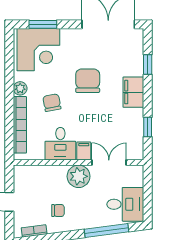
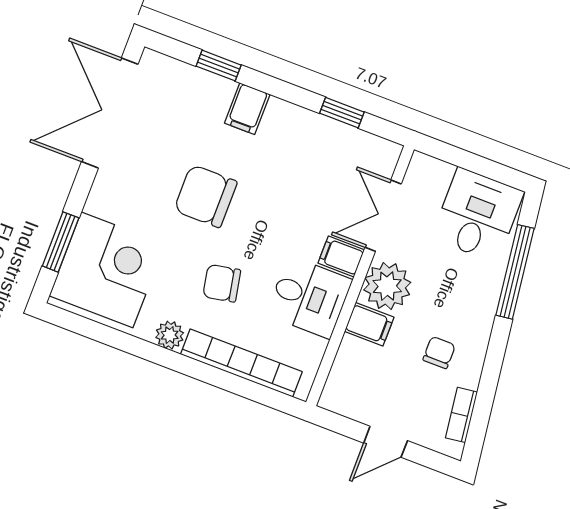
filing cabinet: (133, 92) -> (247, 109), width x0.50
filing cabinet: (59, 175) -> (369, 324), added

